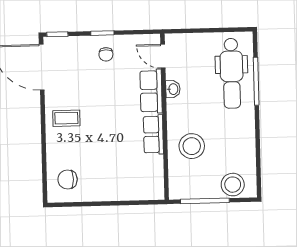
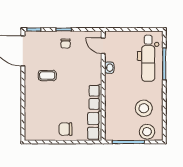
row of seats: (151, 91) -> (95, 126), moved
coffee table: (66, 118) -> (47, 76), moved
stool: (192, 146) -> (144, 108), moved
chair: (68, 179) -> (66, 129), moved

